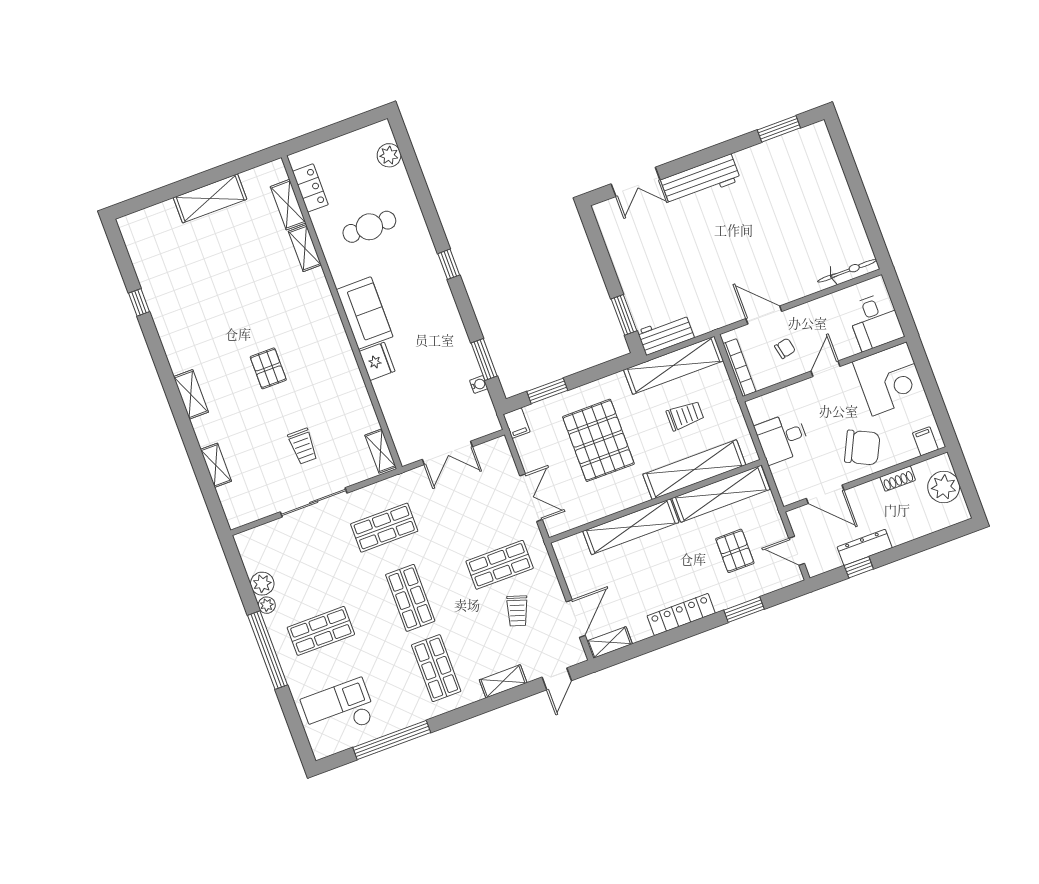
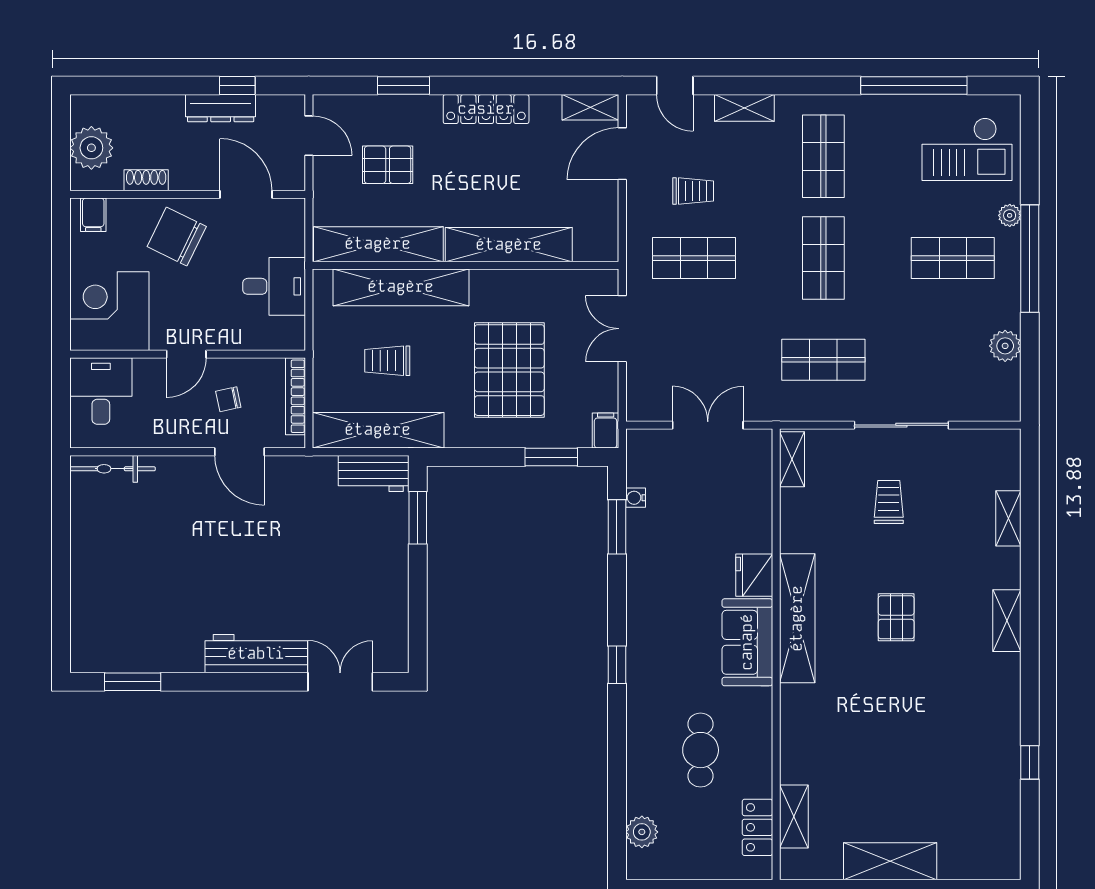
cafe table: (369, 227) -> (701, 750), turned 90
shelving: (305, 248) -> (797, 618), moved, width x2.20, depth x1.33
pallet: (735, 551) -> (388, 165), turned 90
plant: (267, 605) -> (1010, 215), moved
trolley: (517, 611) -> (693, 191), turned 72
door: (557, 679) -> (675, 86), swing flipped

